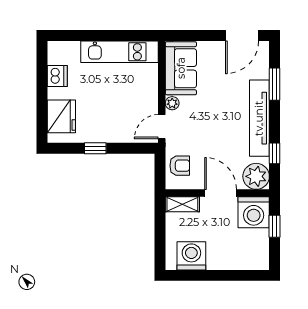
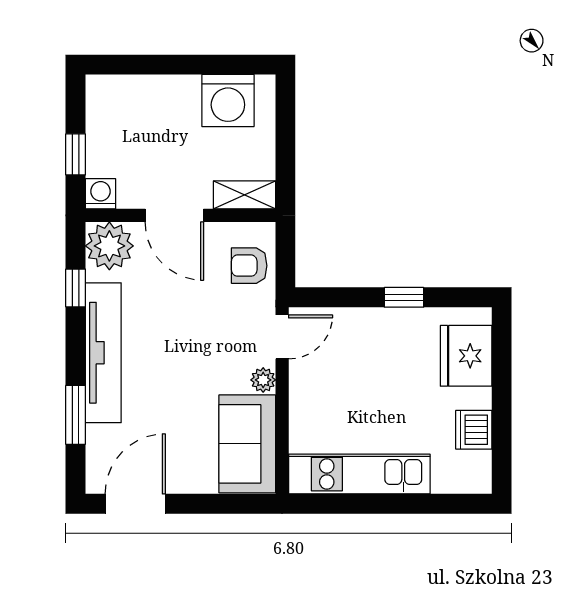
washing machine: (254, 212) -> (101, 194), width x0.53, depth x0.53

